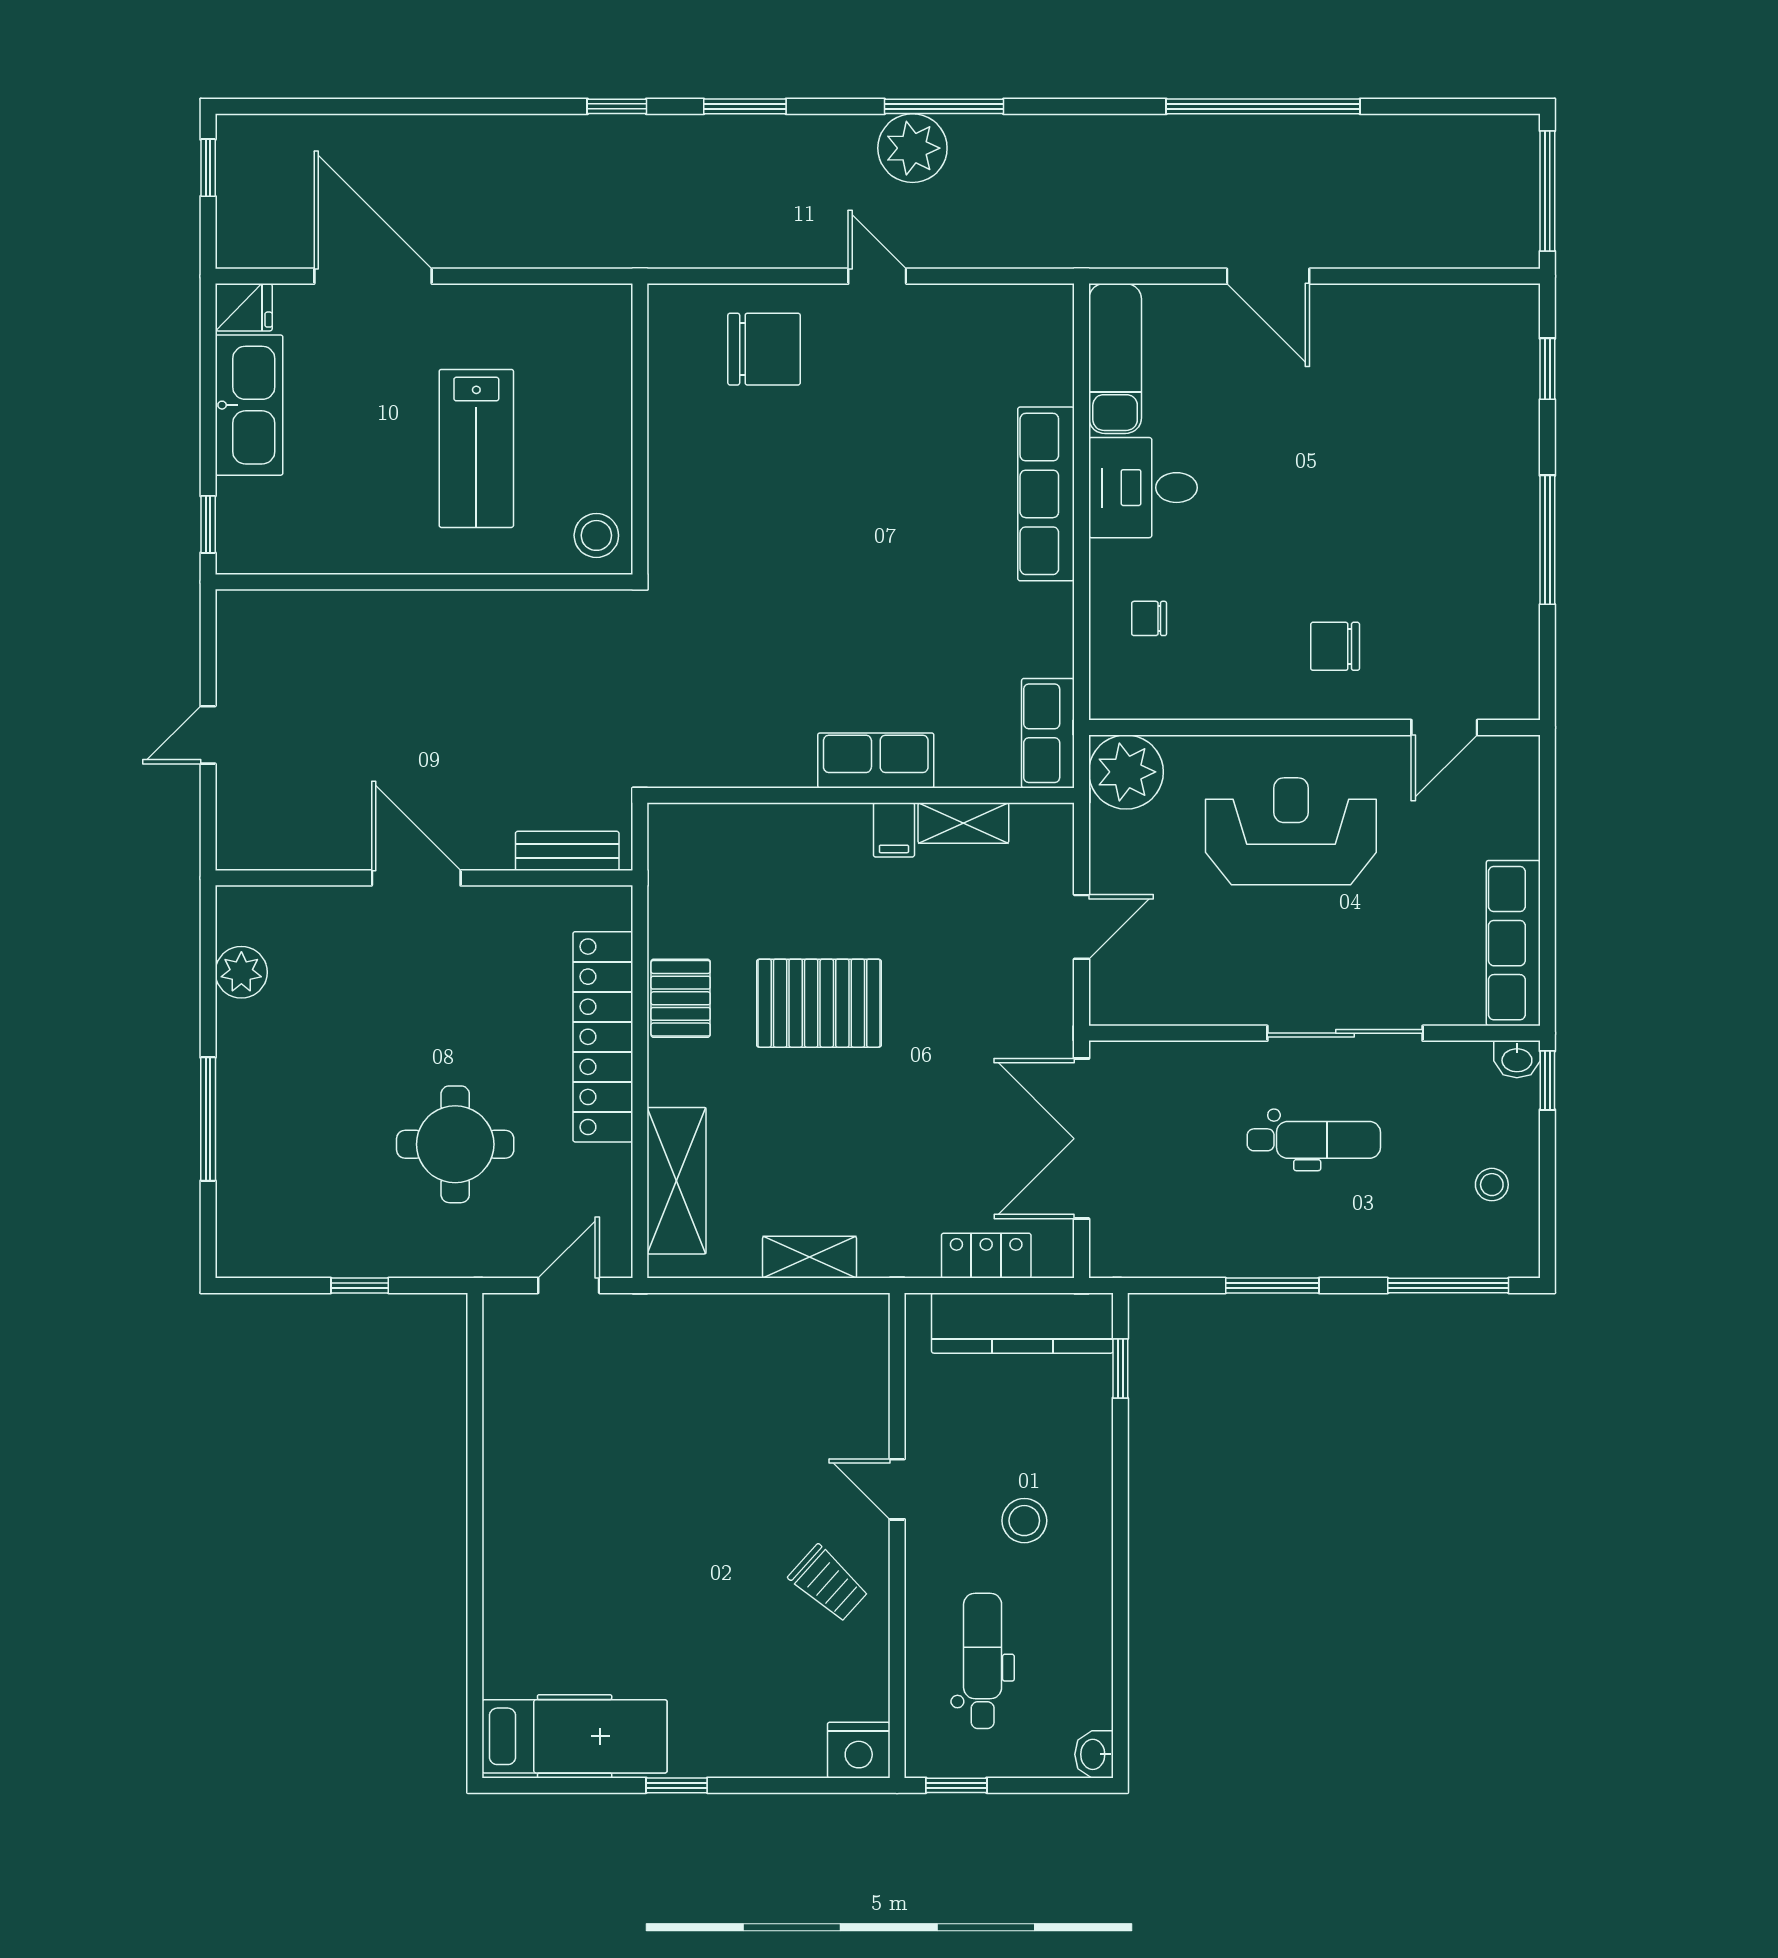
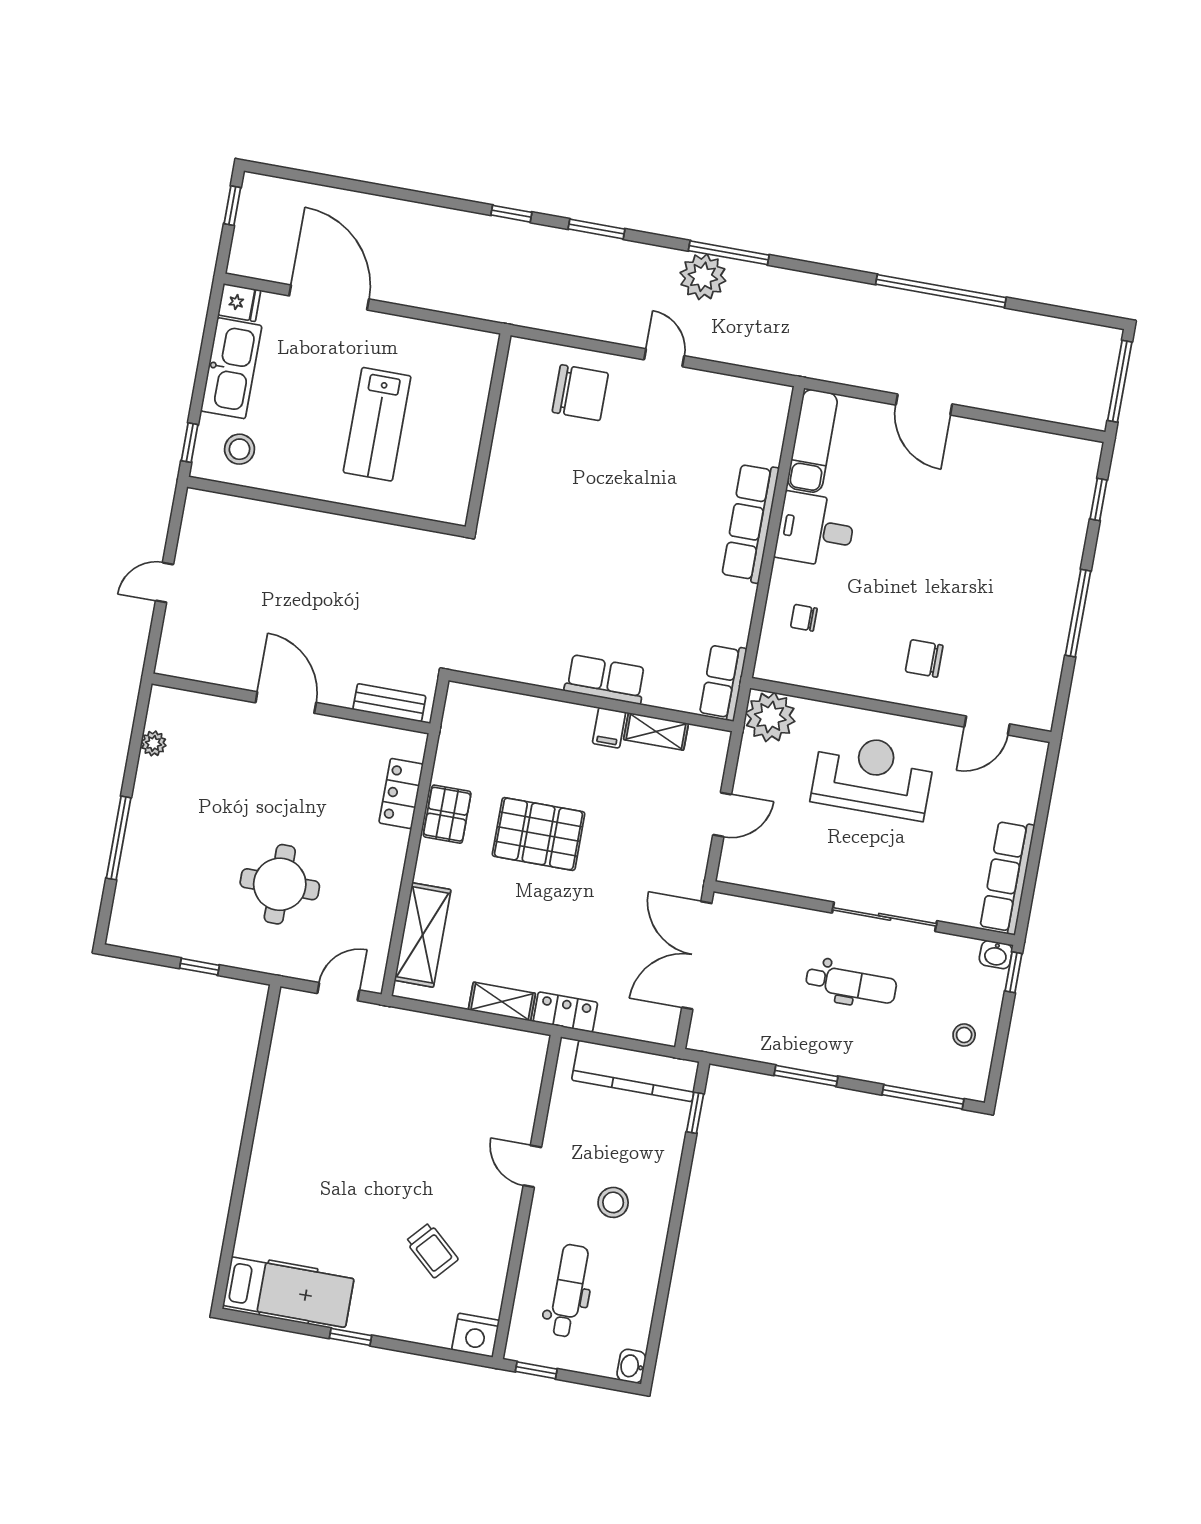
stool: (596, 535) -> (239, 449), moved
plant: (241, 972) -> (154, 743), width x0.73, depth x0.73
locker: (603, 1037) -> (401, 794), width x0.46, depth x0.83
locker: (986, 1256) -> (565, 1012), moved
trolley: (829, 1584) -> (432, 1250), moved

